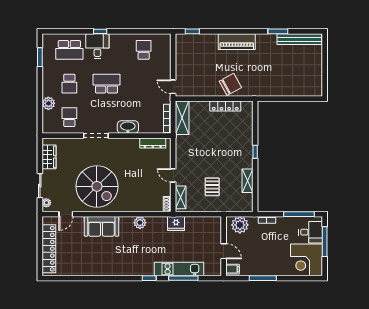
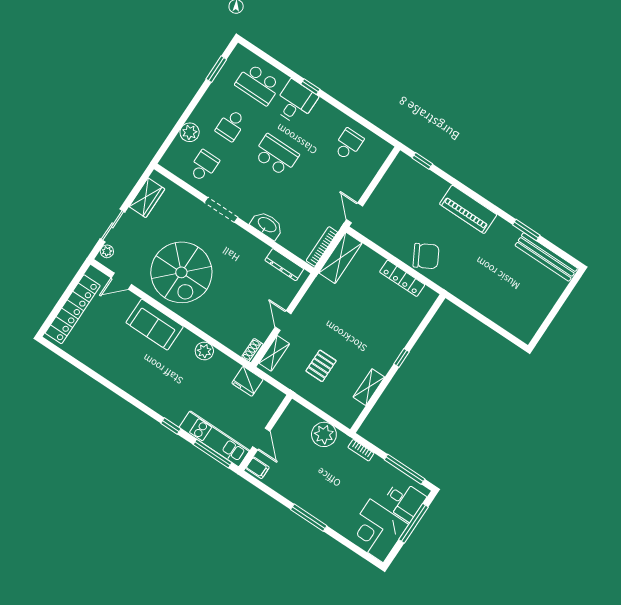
wall: (224, 246) -> (265, 433), moved
door: (224, 251) -> (261, 439), moved
filing cabinet: (233, 269) -> (258, 468), moved

